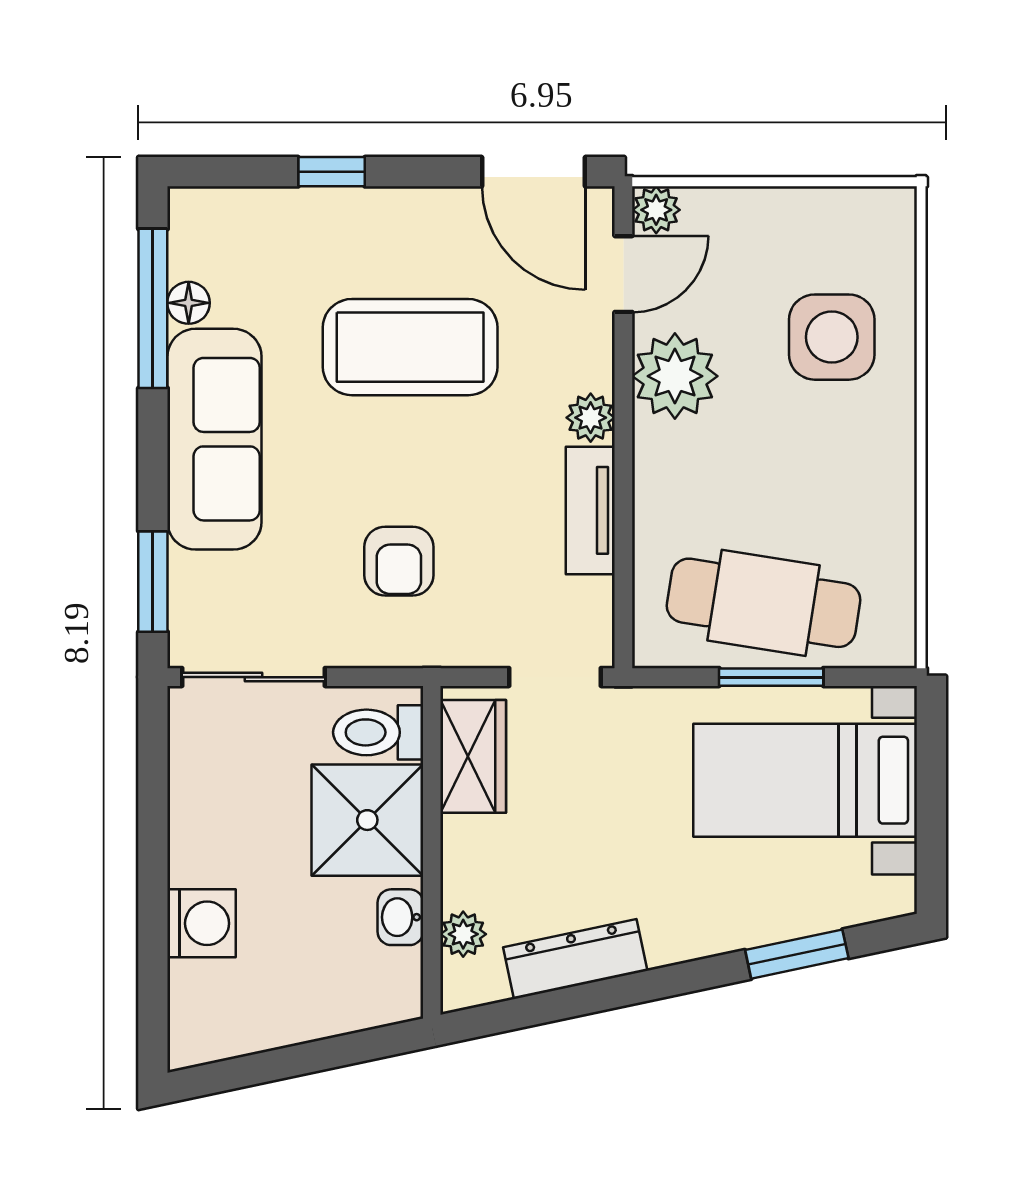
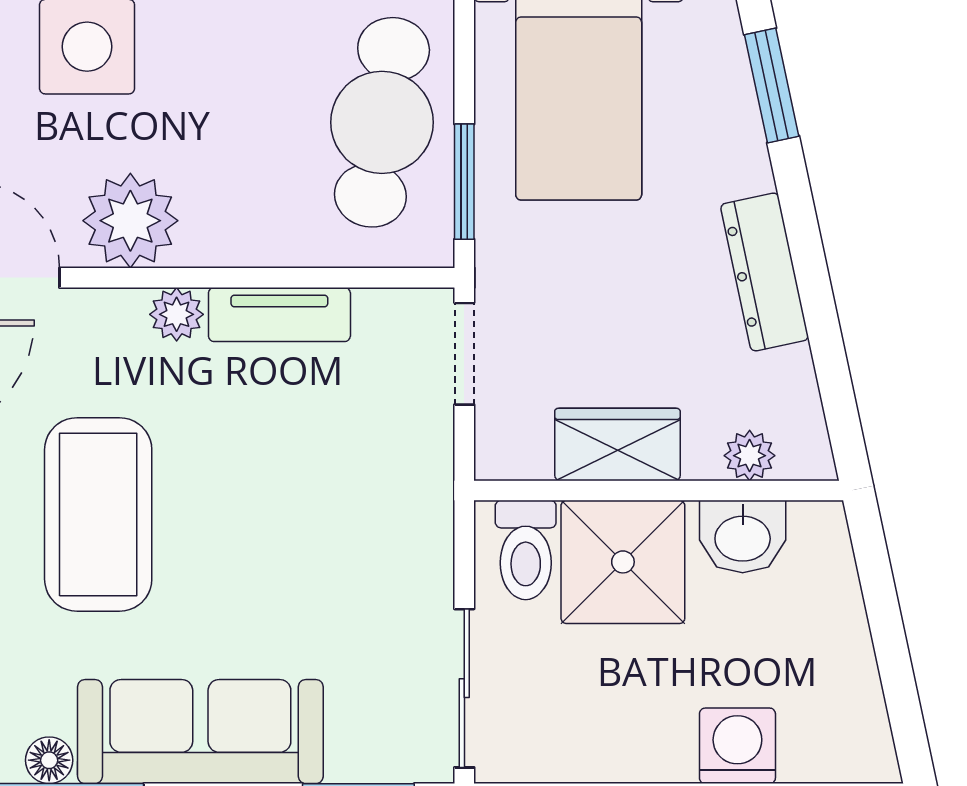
armchair: (399, 561) -> (336, 527), removed
window: (771, 677) -> (464, 182), moved
wardrobe: (473, 756) -> (617, 444), moved
washbasin: (400, 917) -> (743, 537), width x1.38, depth x1.45
dresser: (575, 959) -> (765, 272), moved

